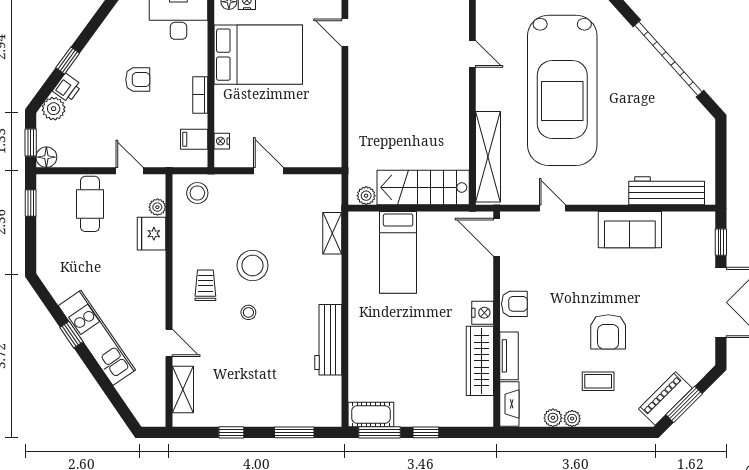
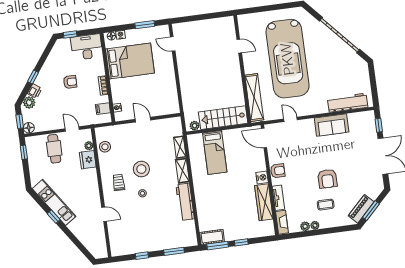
stool: (197, 193) -> (105, 147), moved
kitchen unit: (97, 338) -> (54, 202), moved
shelving: (183, 390) -> (182, 171), moved

